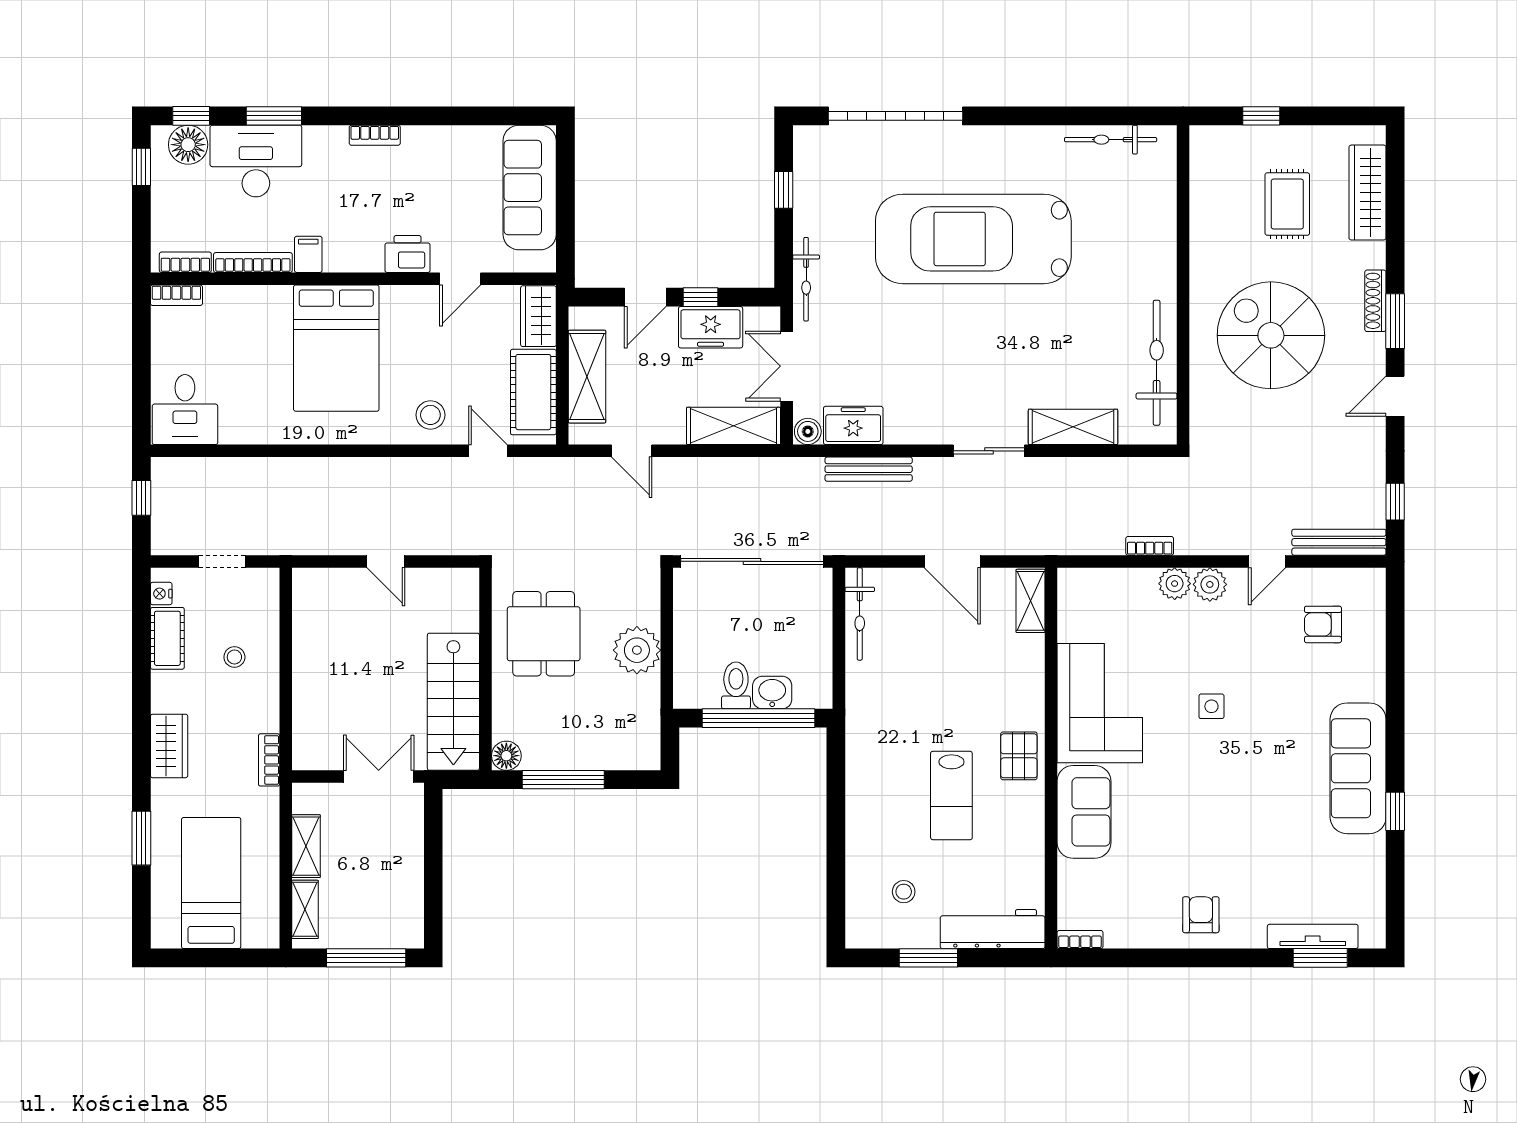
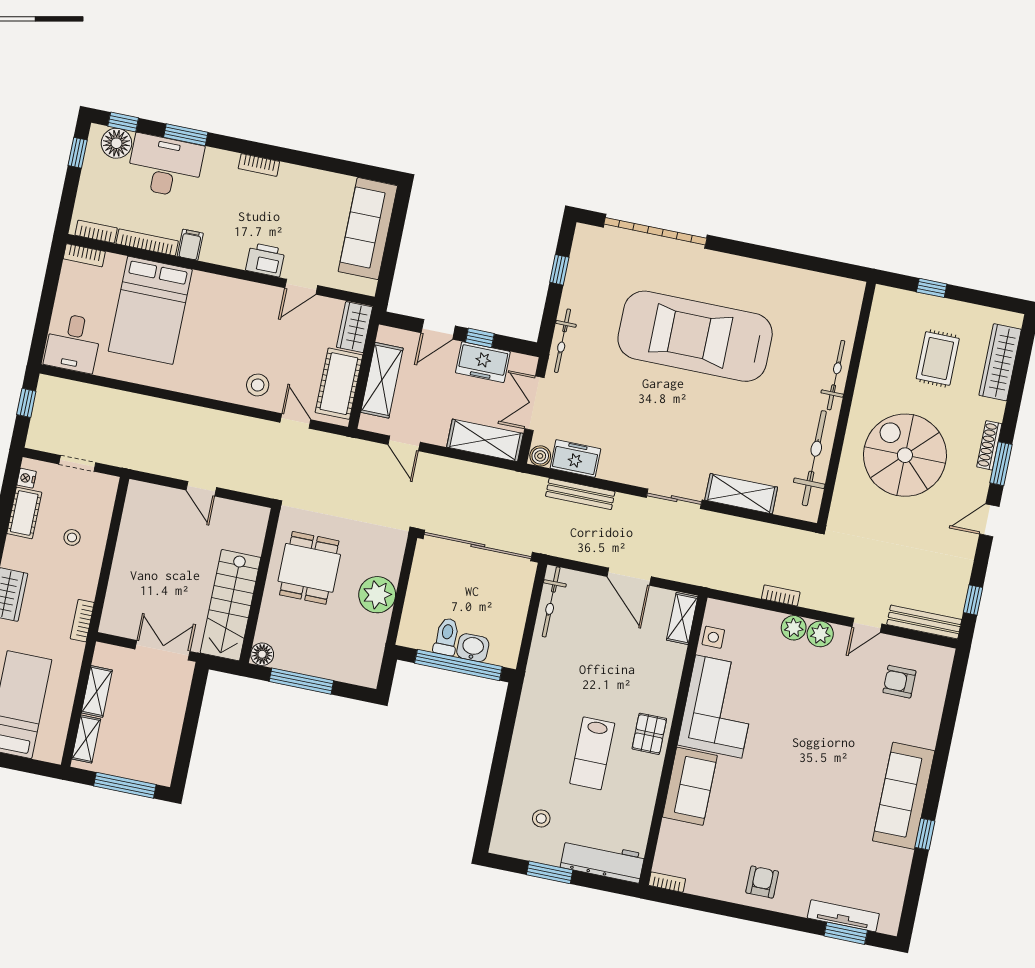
bicycle: (1111, 140) -> (836, 375), moved, turned 90
bed: (336, 348) -> (150, 310), moved
side table: (1211, 706) -> (713, 637), moved

